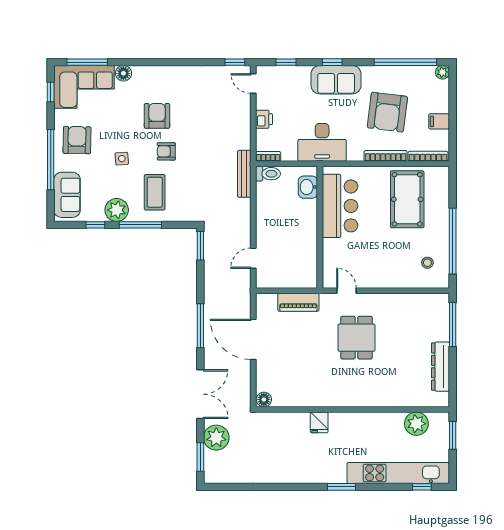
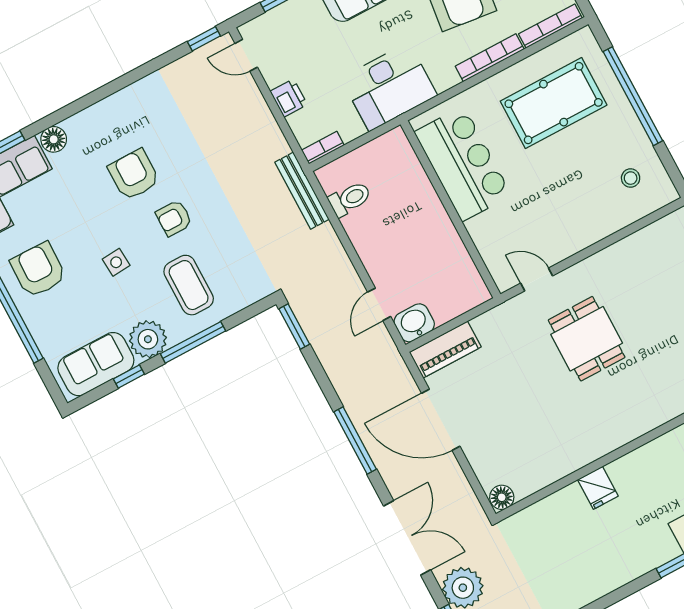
toilet: (268, 174) -> (350, 199), moved
washbasin: (308, 187) -> (414, 323), moved, turned 90
sofa: (67, 195) -> (96, 364), moved, turned -90
pool table: (407, 199) -> (554, 103), turned 90
window: (453, 241) -> (633, 96), moved
piano: (298, 302) -> (445, 349), moved

